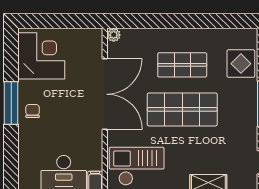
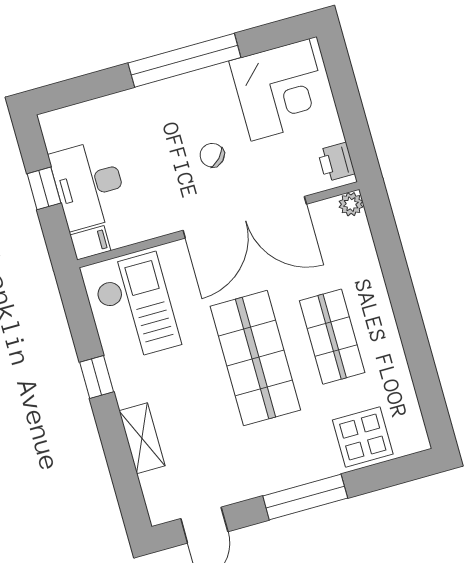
printer: (89, 36) -> (336, 162), added
window: (11, 103) -> (184, 60), width x1.46
chair: (33, 111) -> (212, 155), moved, turned -136

